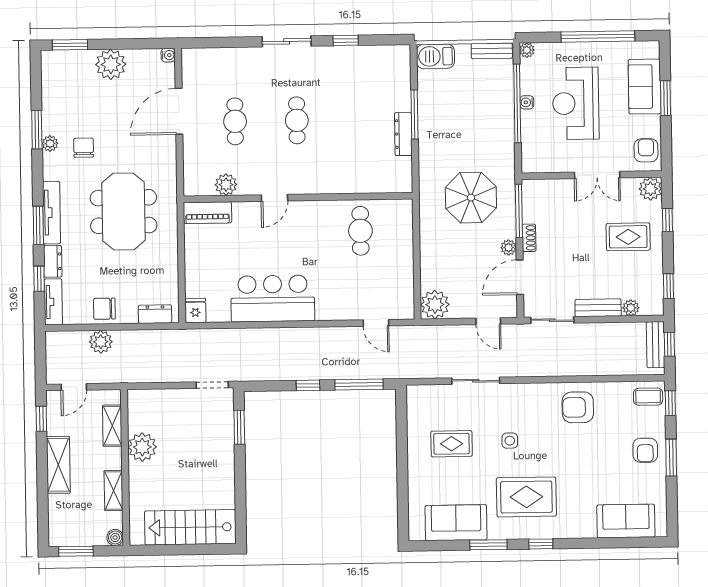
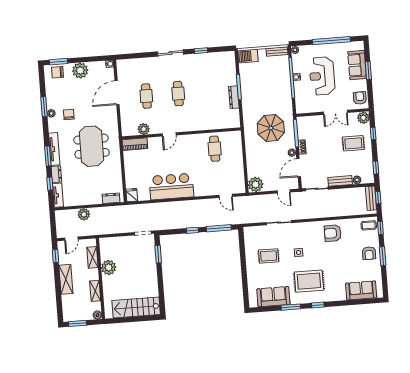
chair: (104, 309) -> (57, 72), moved

